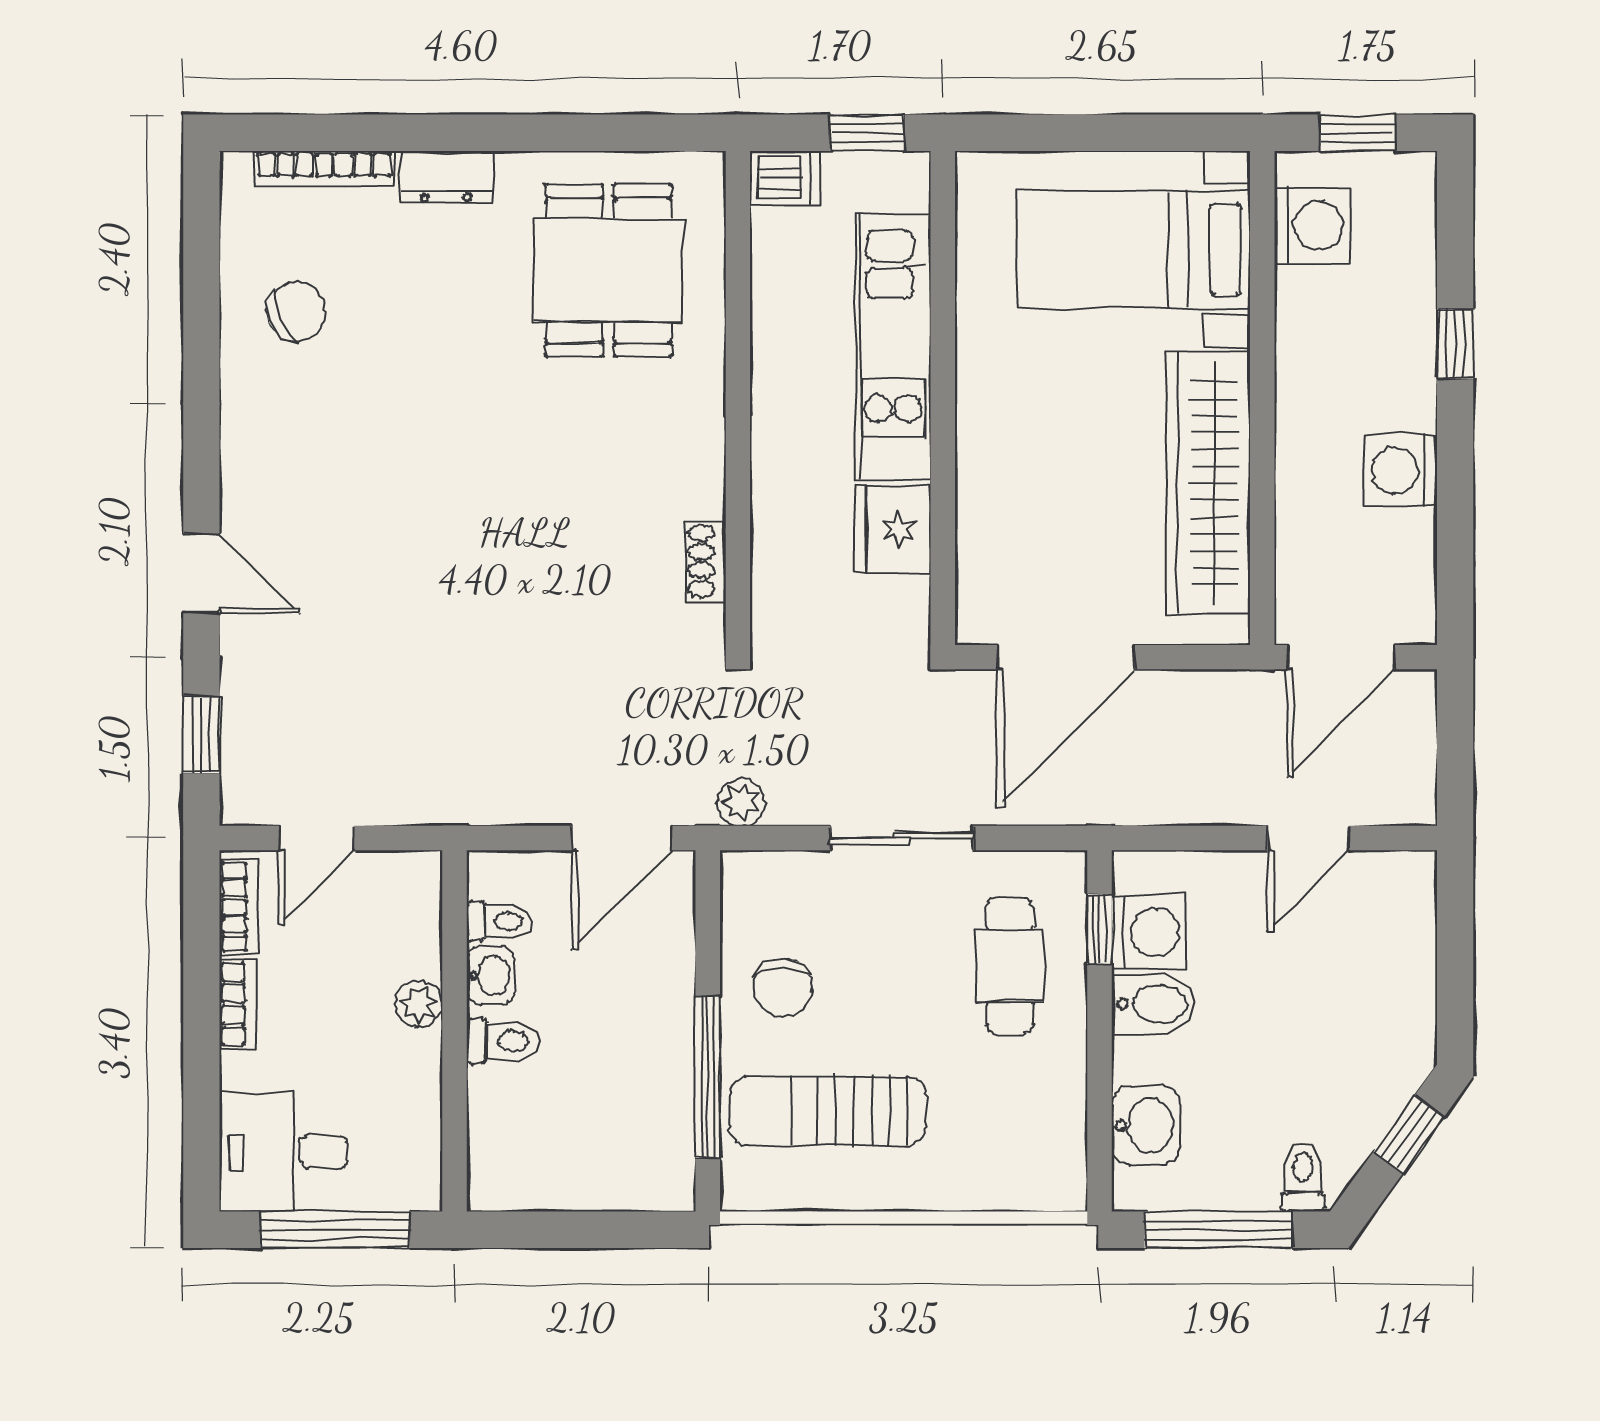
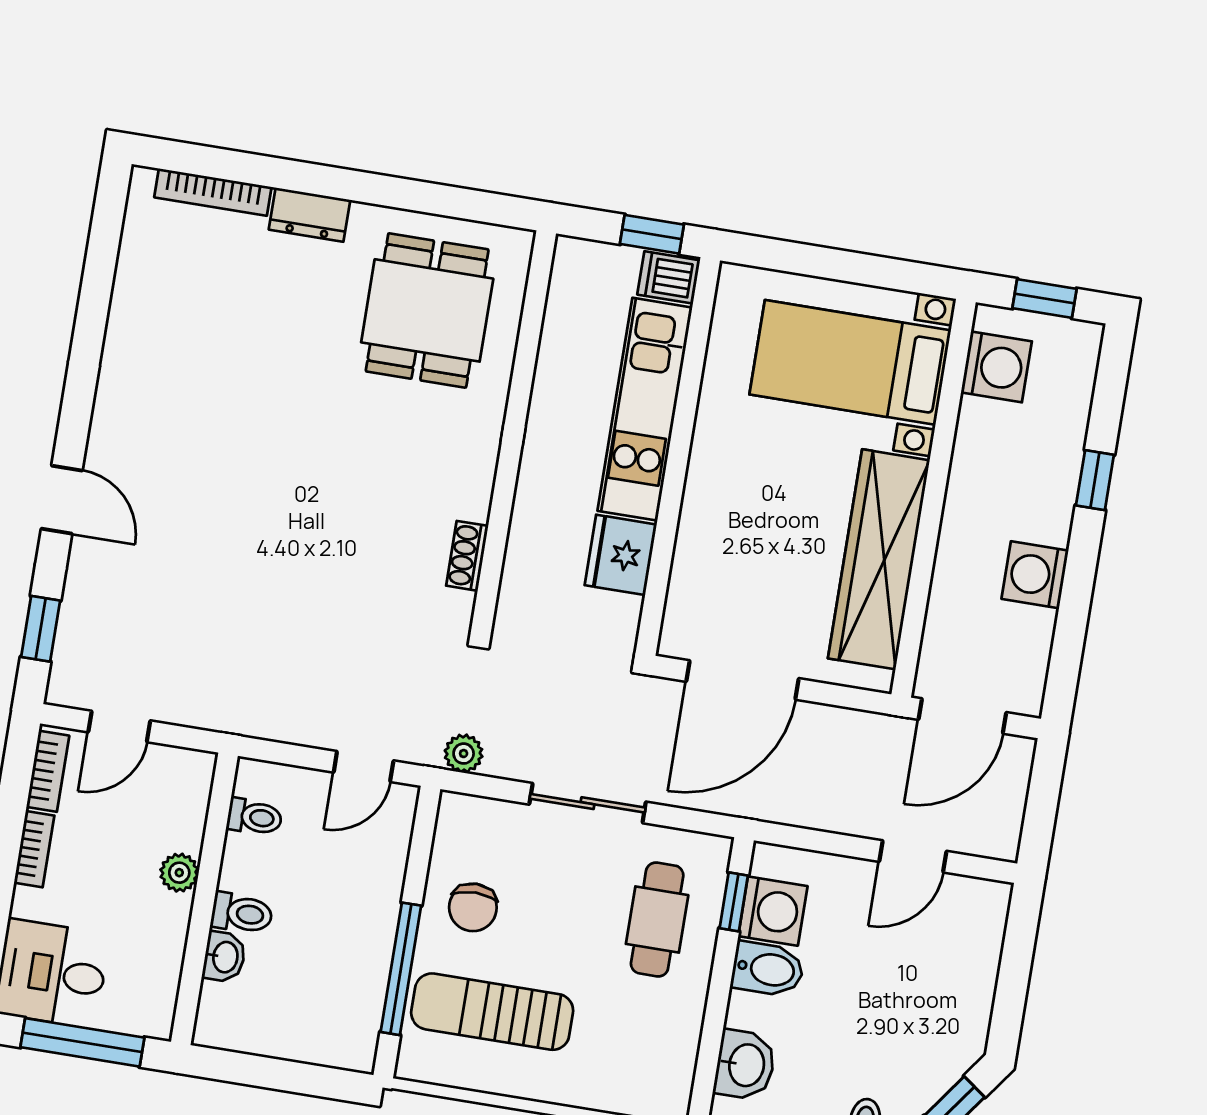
dishwasher: (785, 178) -> (669, 277), moved, turned 180
chair: (296, 311) -> (172, 302), removed
door: (622, 838) -> (364, 766), width x0.73
washbasin: (490, 976) -> (224, 957), moved

